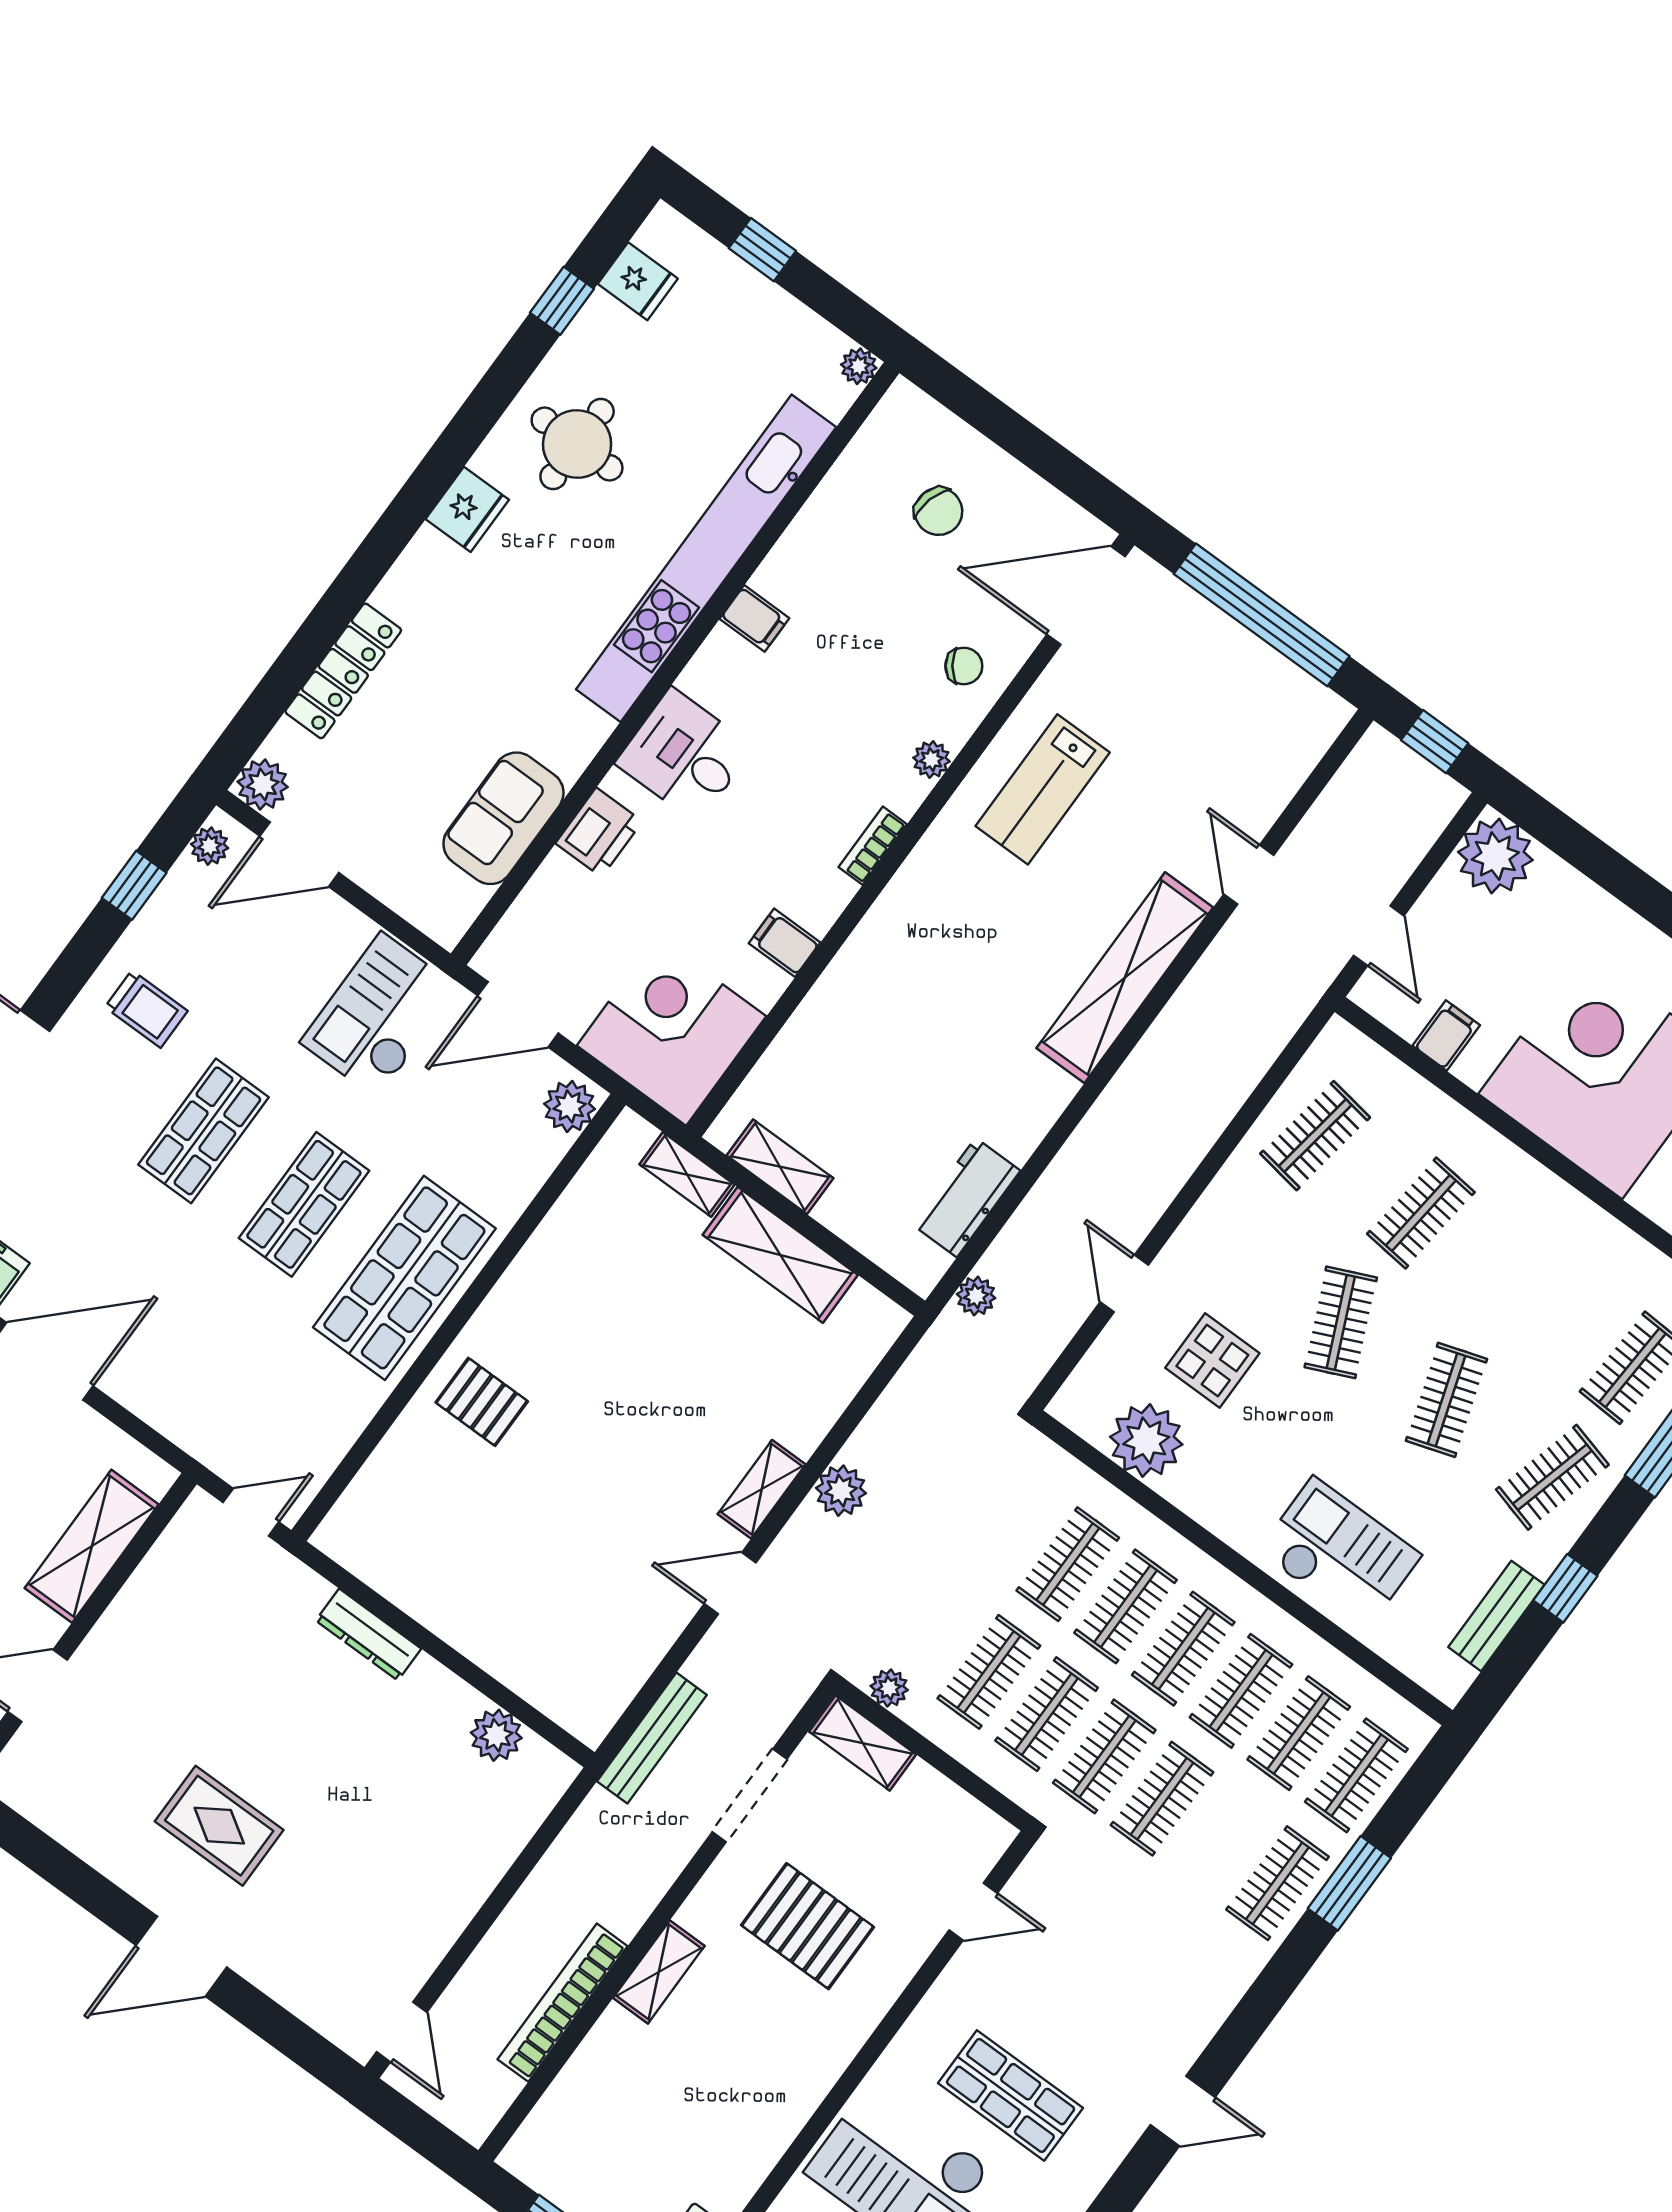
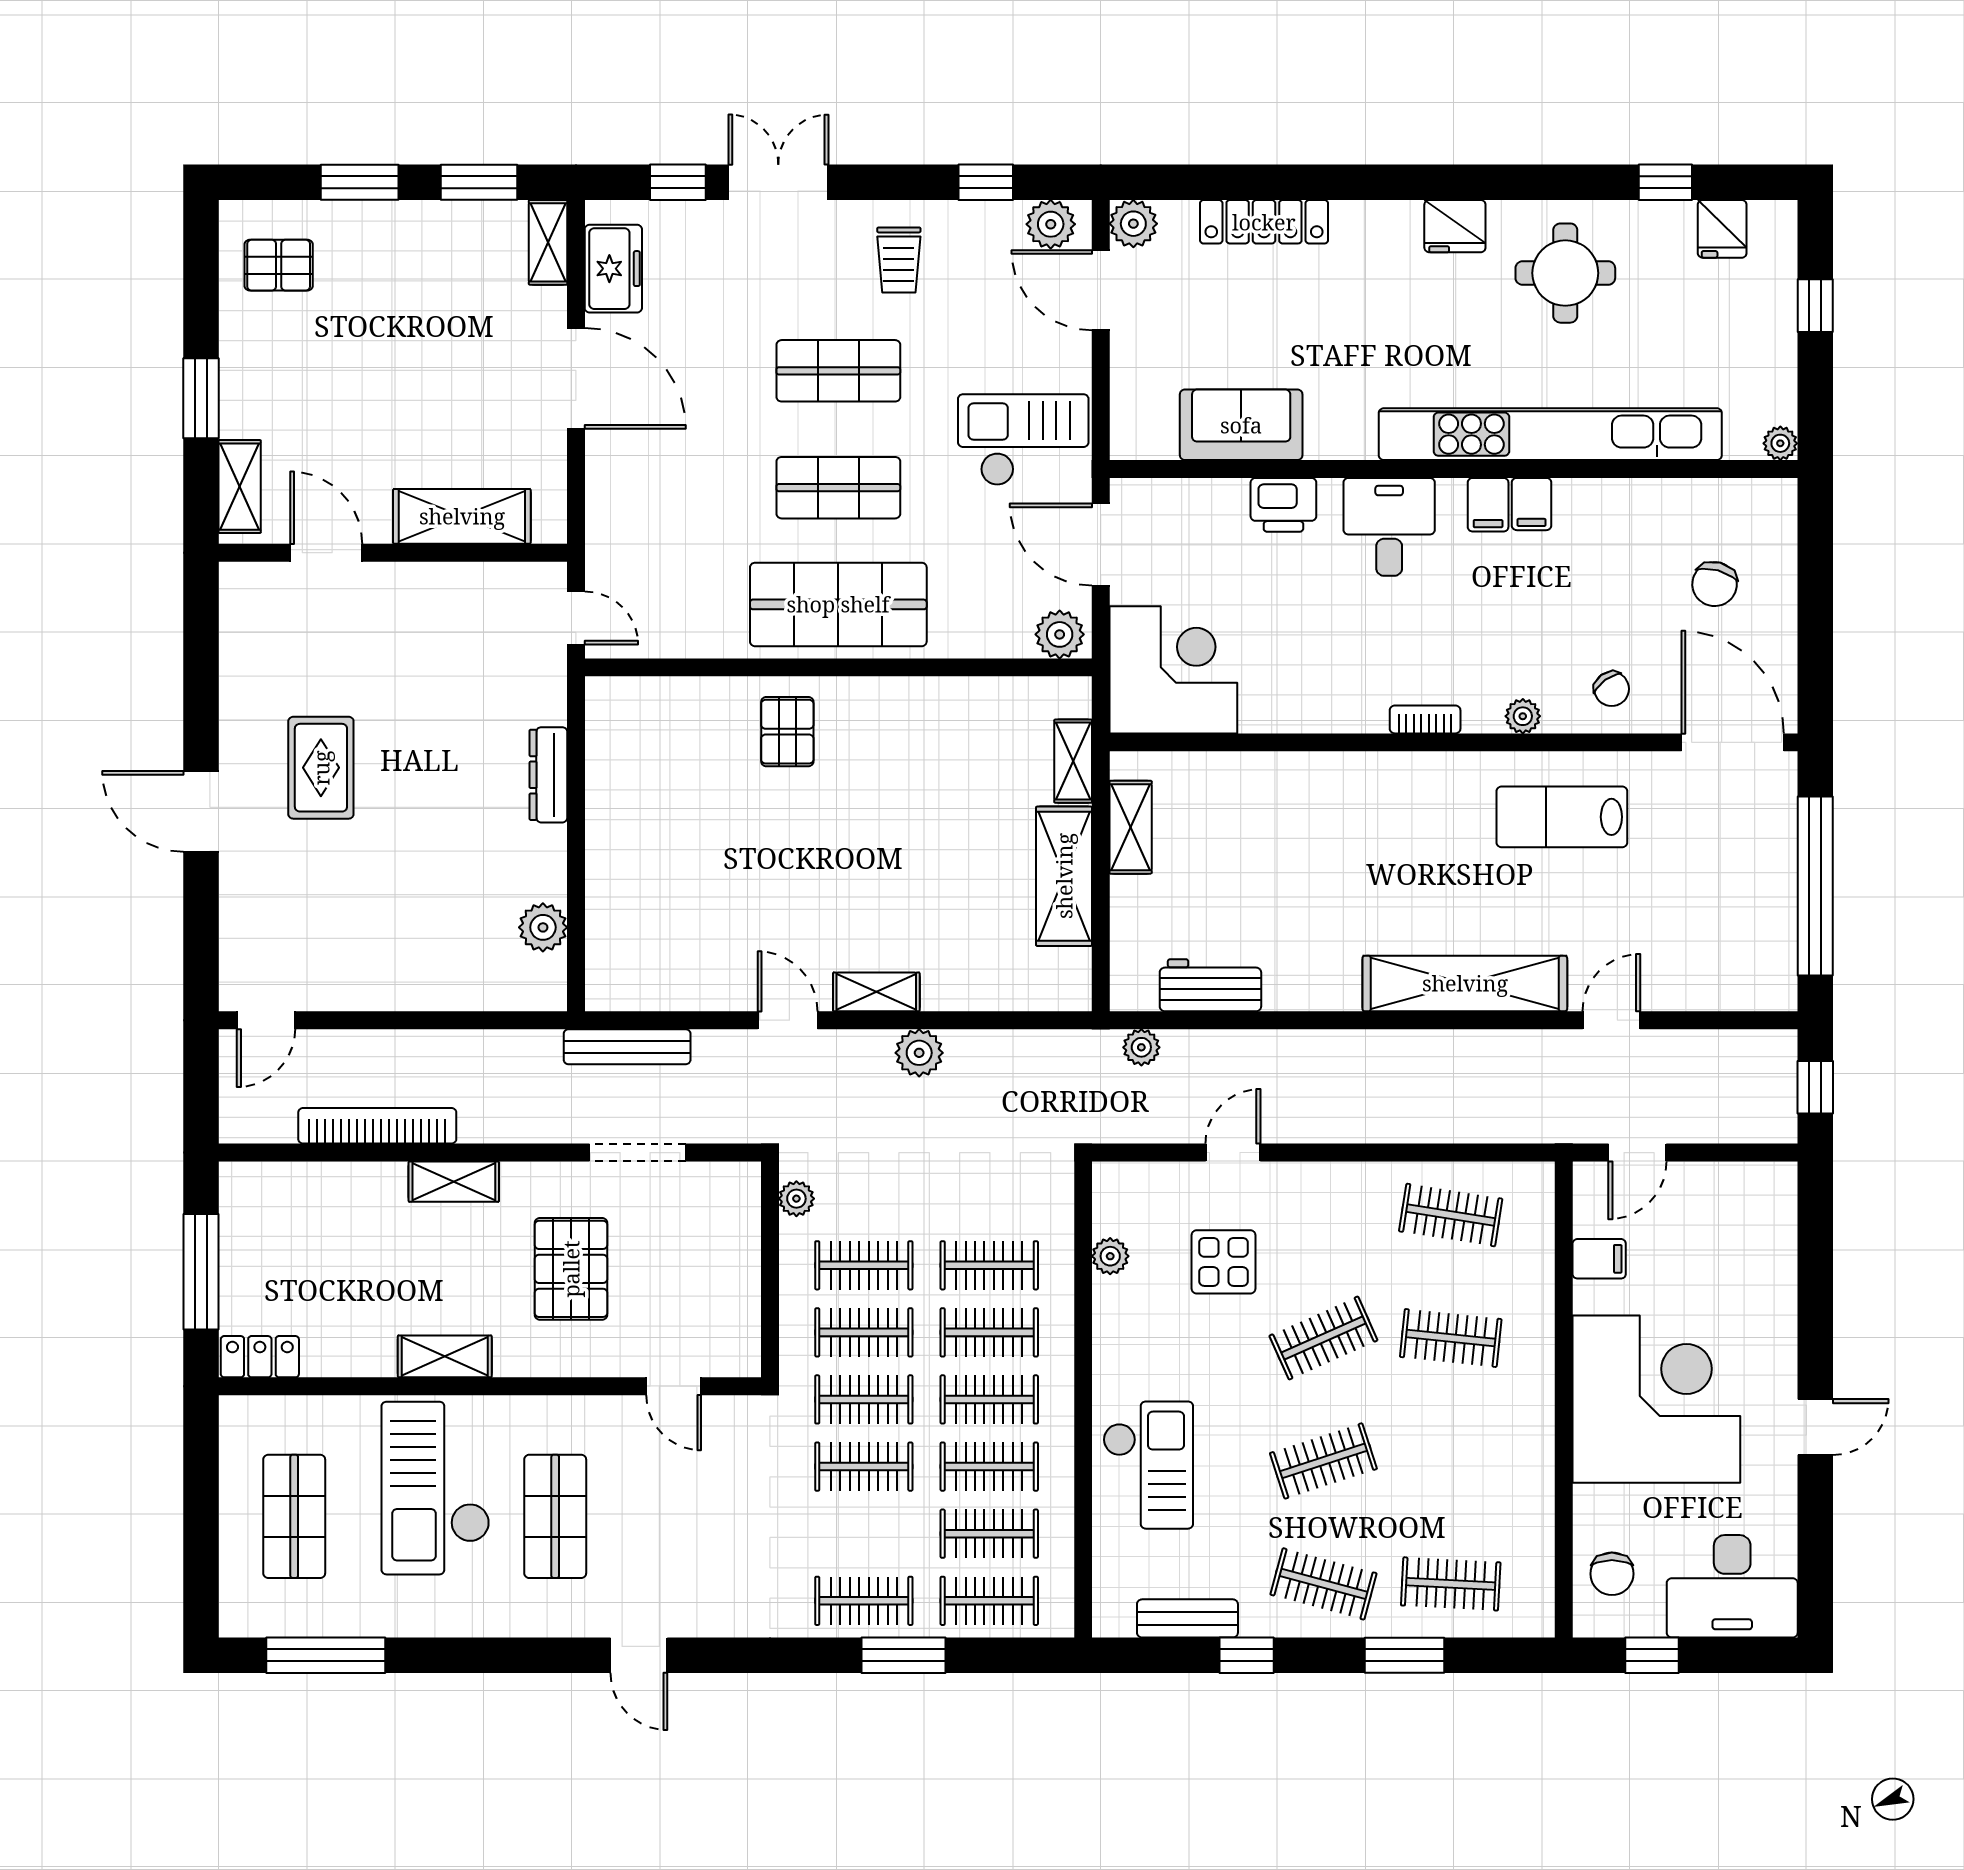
plant: (210, 846) -> (1051, 224), width x1.38, depth x1.38
plant: (1495, 856) -> (1762, 1197), removed
filing cabinet: (785, 943) -> (1488, 505), moved, turned 180
plant: (1146, 1441) -> (1110, 1256), width x0.53, depth x0.53
shelving: (863, 1743) -> (445, 1356), moved, turned 90

